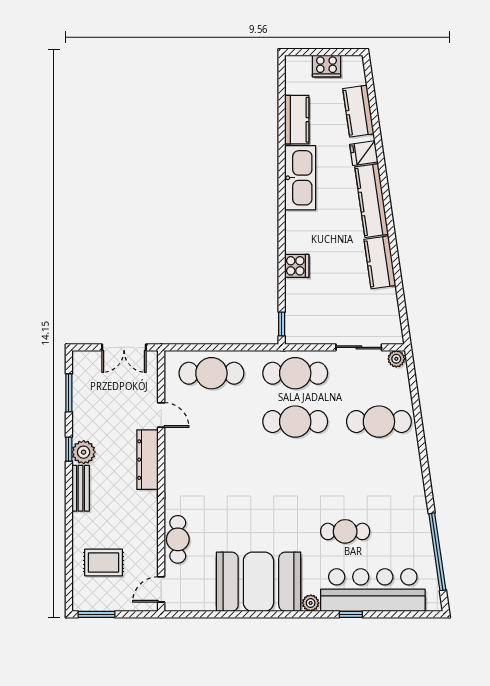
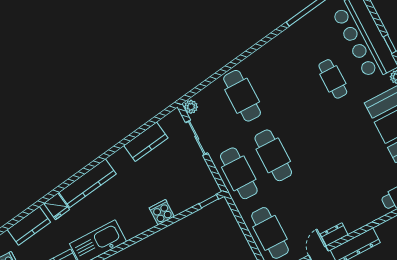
kitchen counter: (380, 262) -> (146, 142), moved
dresser: (173, 443) -> (334, 234), added

